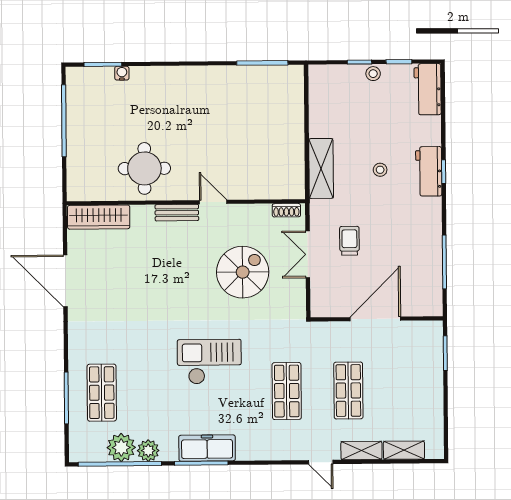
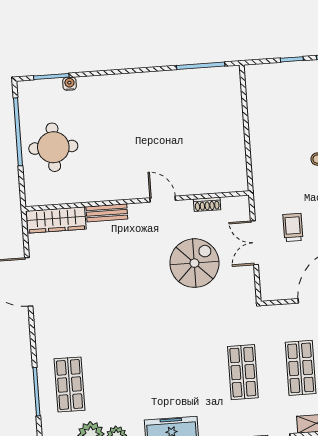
stool: (373, 74) -> (305, 69), removed
round table: (144, 168) -> (53, 147), moved
shelving: (321, 168) -> (262, 161), removed
shoe rack: (286, 210) -> (207, 204), moved
bench: (177, 213) -> (107, 213), moved
checkout: (209, 362) -> (169, 349), removed

